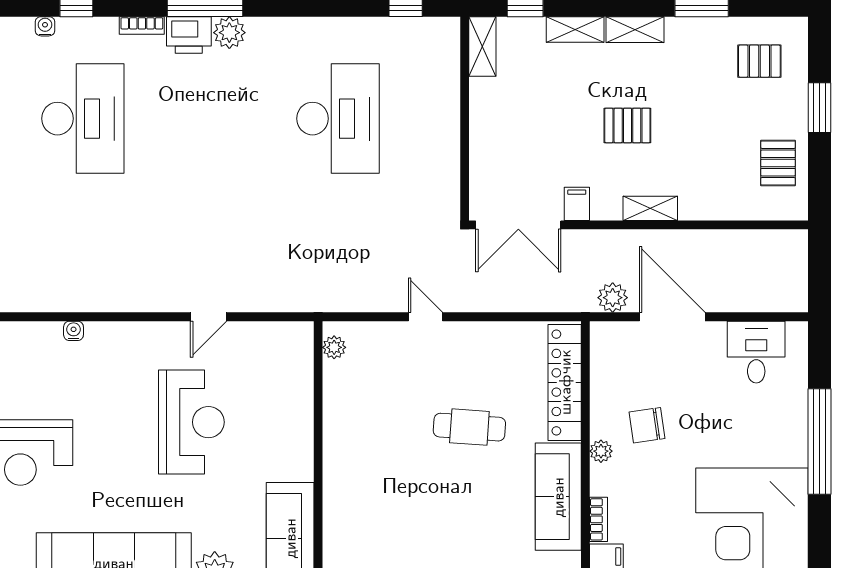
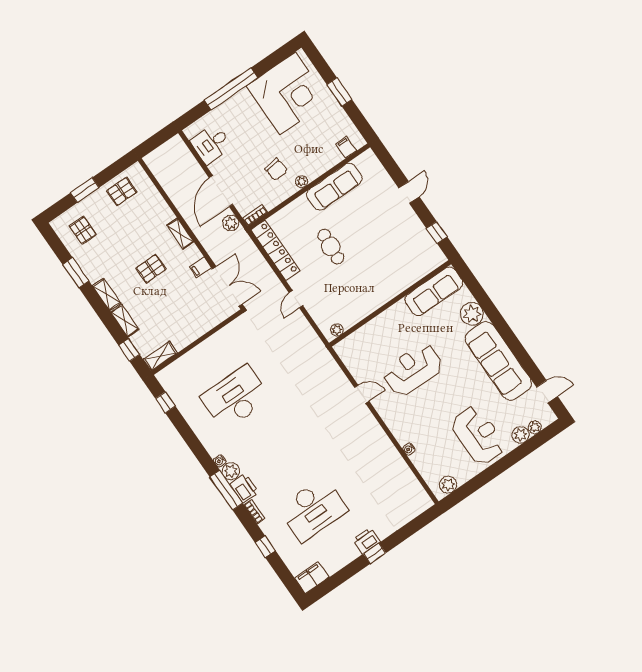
water cooler: (45, 26) -> (220, 461), moved
desk: (83, 119) -> (313, 509), turned 180
pallet: (627, 125) -> (151, 269), turned 90
locker: (565, 382) -> (275, 250), moved, turned -90
bookcase: (599, 519) -> (255, 215), moved

